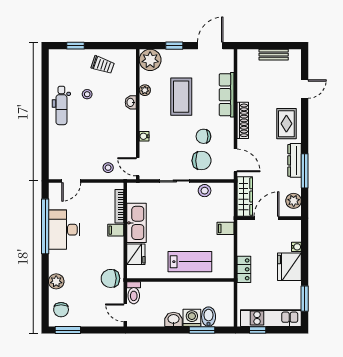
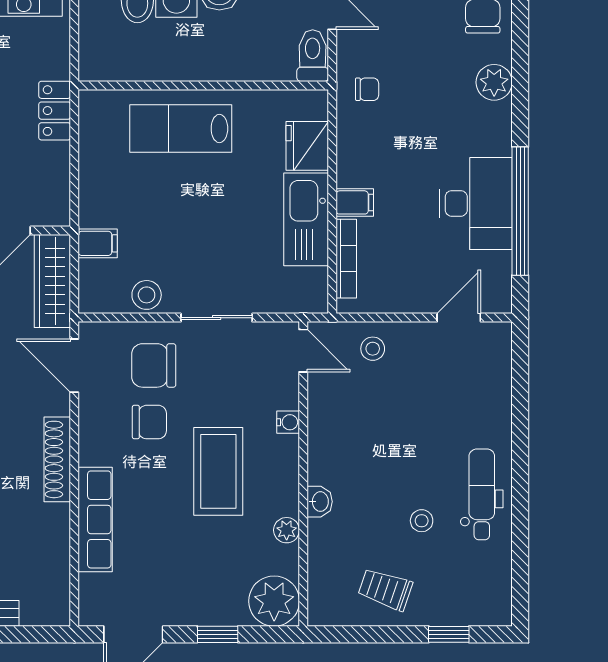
coffee table: (181, 97) -> (218, 471), moved
filing cabinet: (225, 228) -> (98, 243), moved
chair: (110, 278) -> (367, 89), width x0.54, depth x0.54

